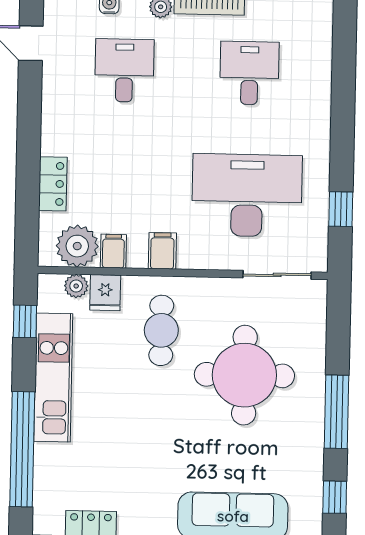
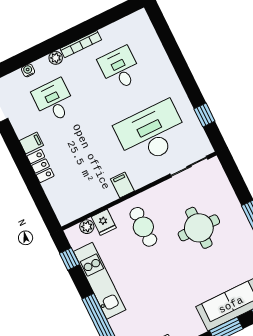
locker: (53, 184) -> (40, 166), moved
plant: (77, 246) -> (77, 205), removed
filing cabinet: (113, 251) -> (31, 143), moved, turned 90
round table: (244, 375) -> (199, 228), width x0.73, depth x0.73

